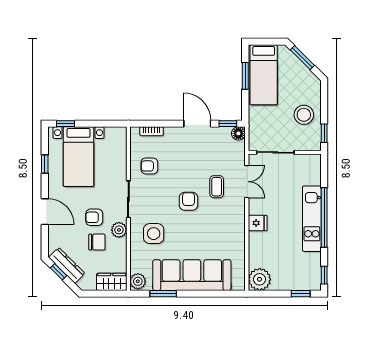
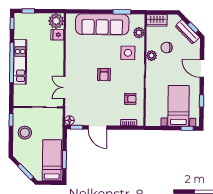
coffee table: (217, 187) -> (85, 84), removed
armchair: (94, 217) -> (168, 64), removed
fridge: (258, 223) -> (57, 35), moved
plant: (138, 281) -> (139, 33), moved

